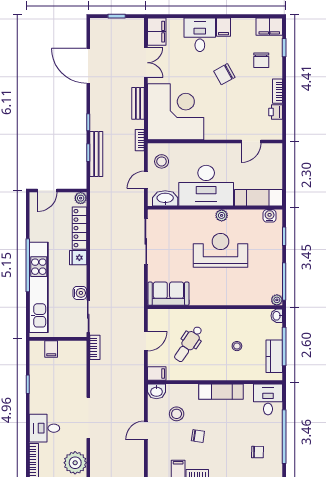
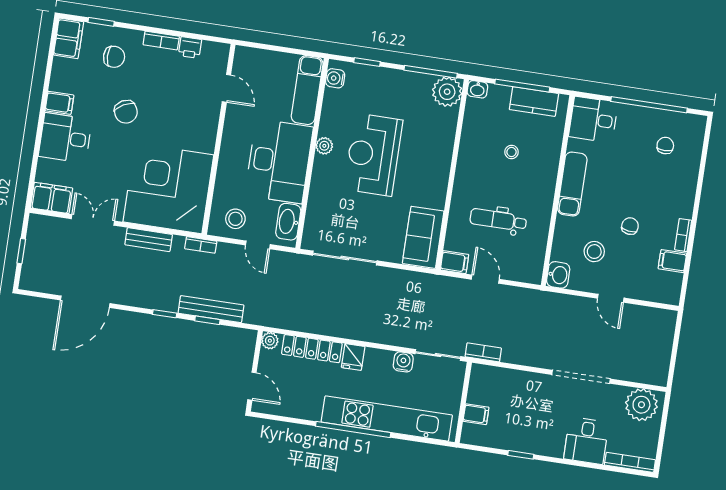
plant: (277, 300) -> (447, 92), width x1.88, depth x1.88
dental chair: (188, 344) -> (498, 220), turned 146
filing cabinet: (157, 373) -> (455, 262), moved, turned 90

